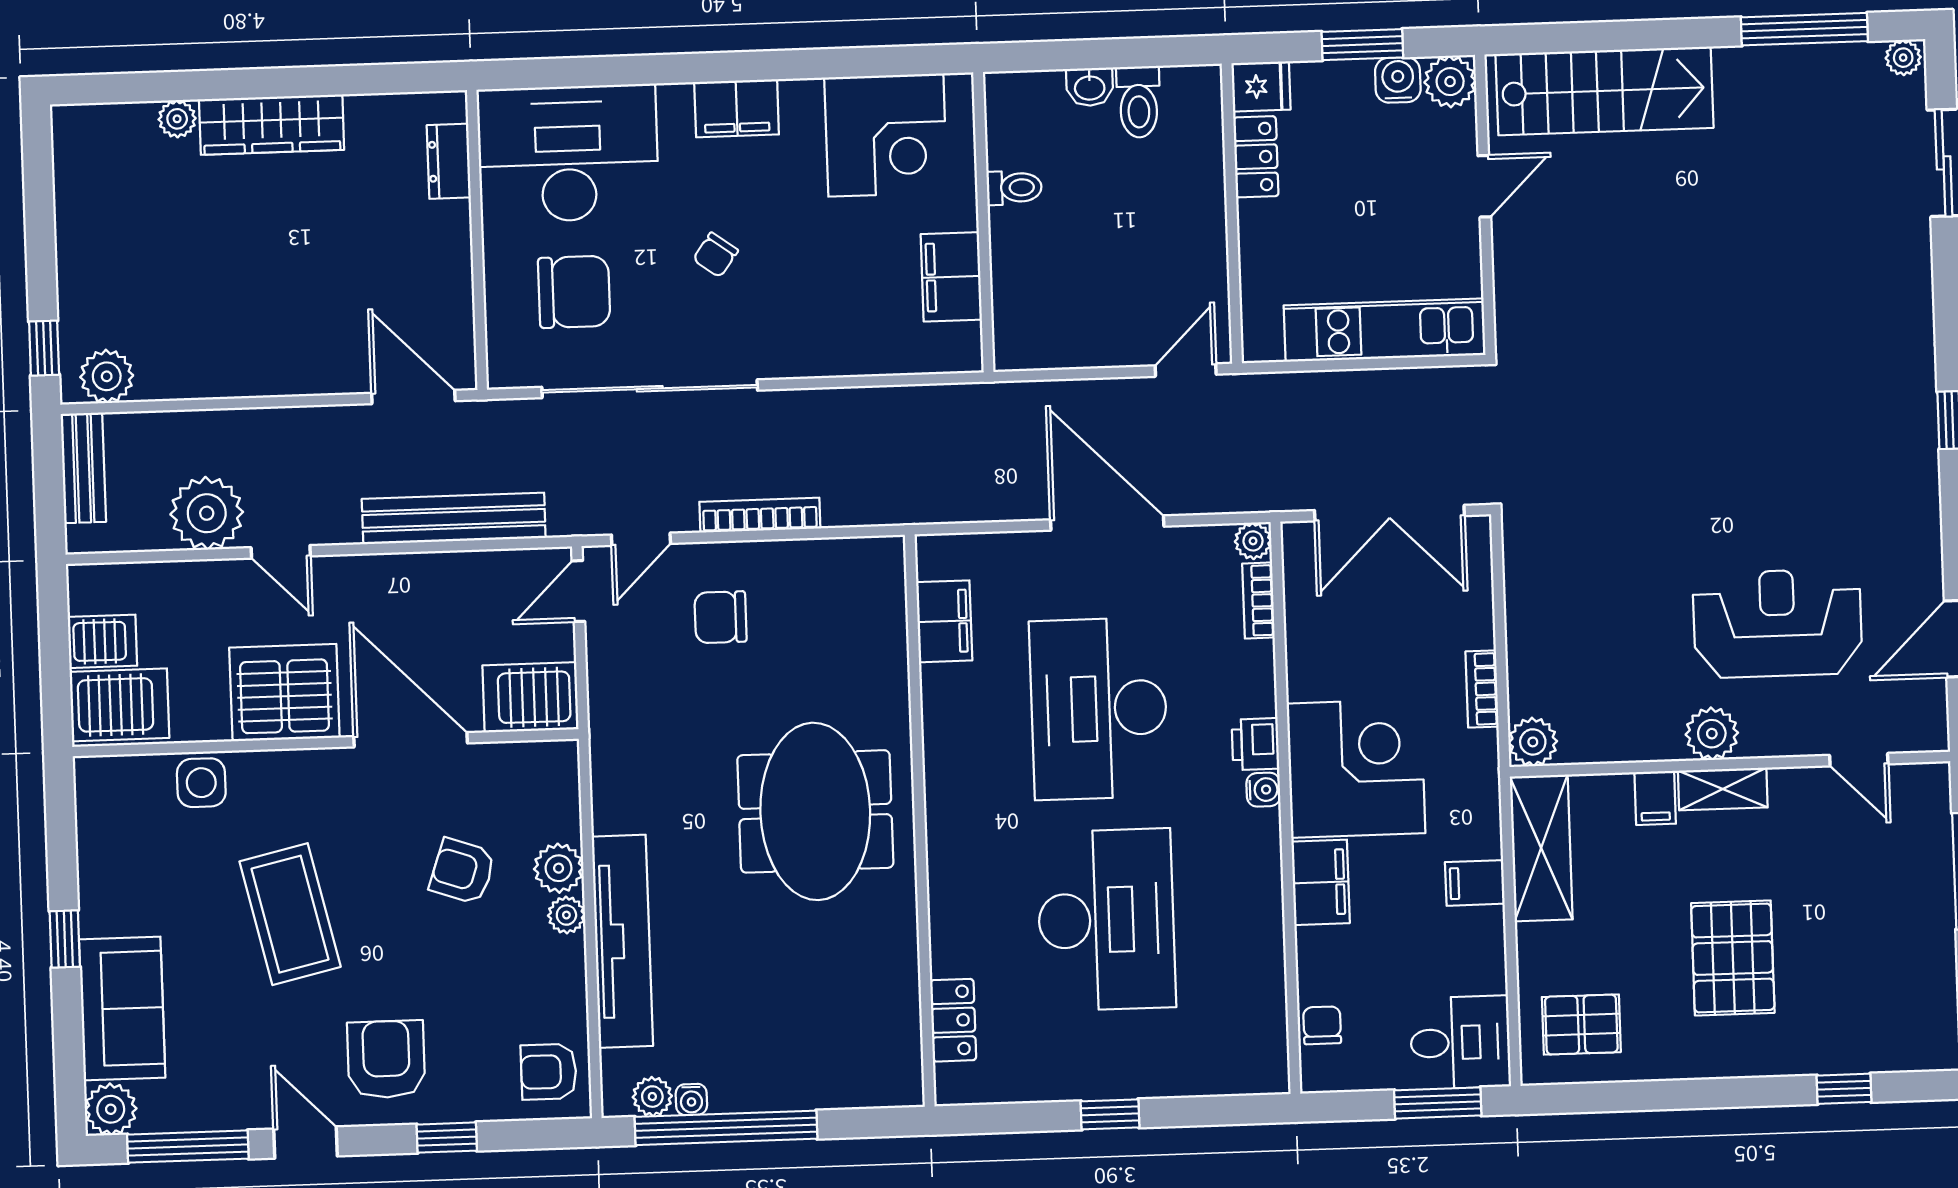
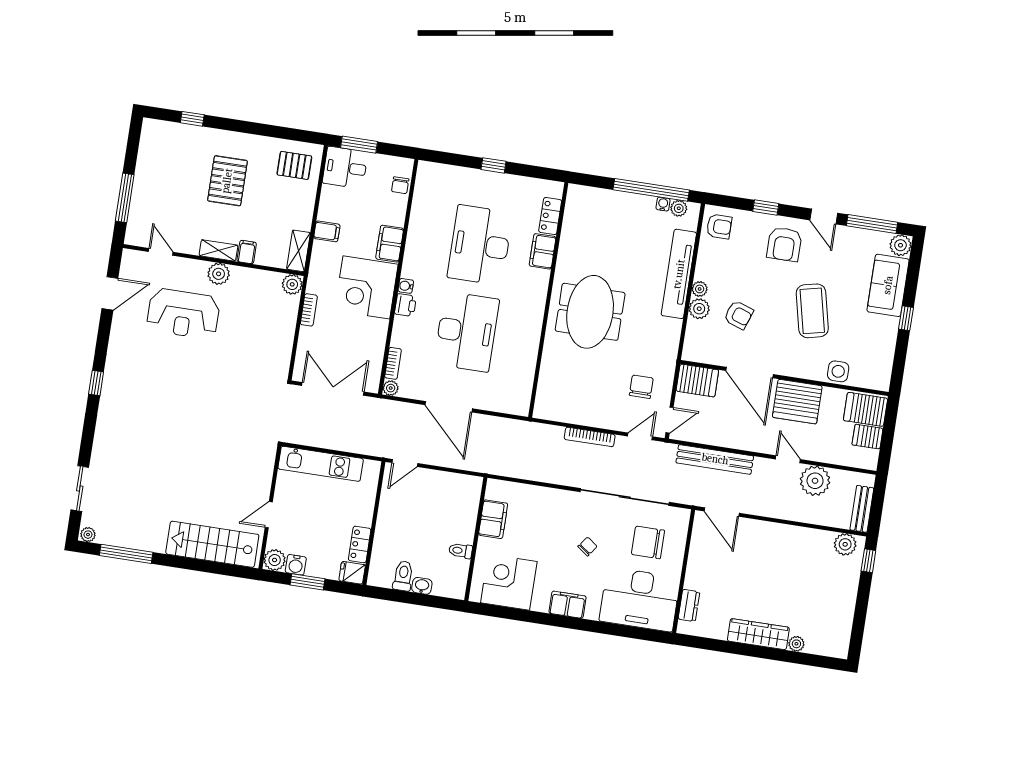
chair: (720, 617) -> (641, 387), moved, turned -90
filing cabinet: (944, 621) -> (543, 251), moved
shelving: (1541, 848) -> (298, 251), width x0.67, depth x0.75

